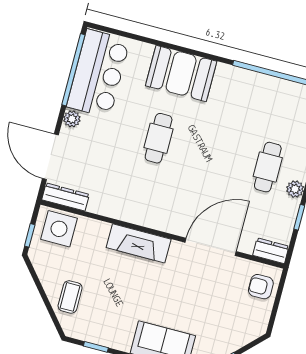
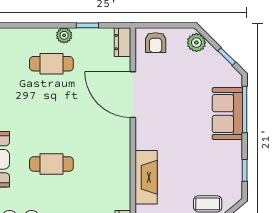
fireplace: (139, 243) -> (146, 177), moved
plant: (249, 331) -> (196, 43), added

